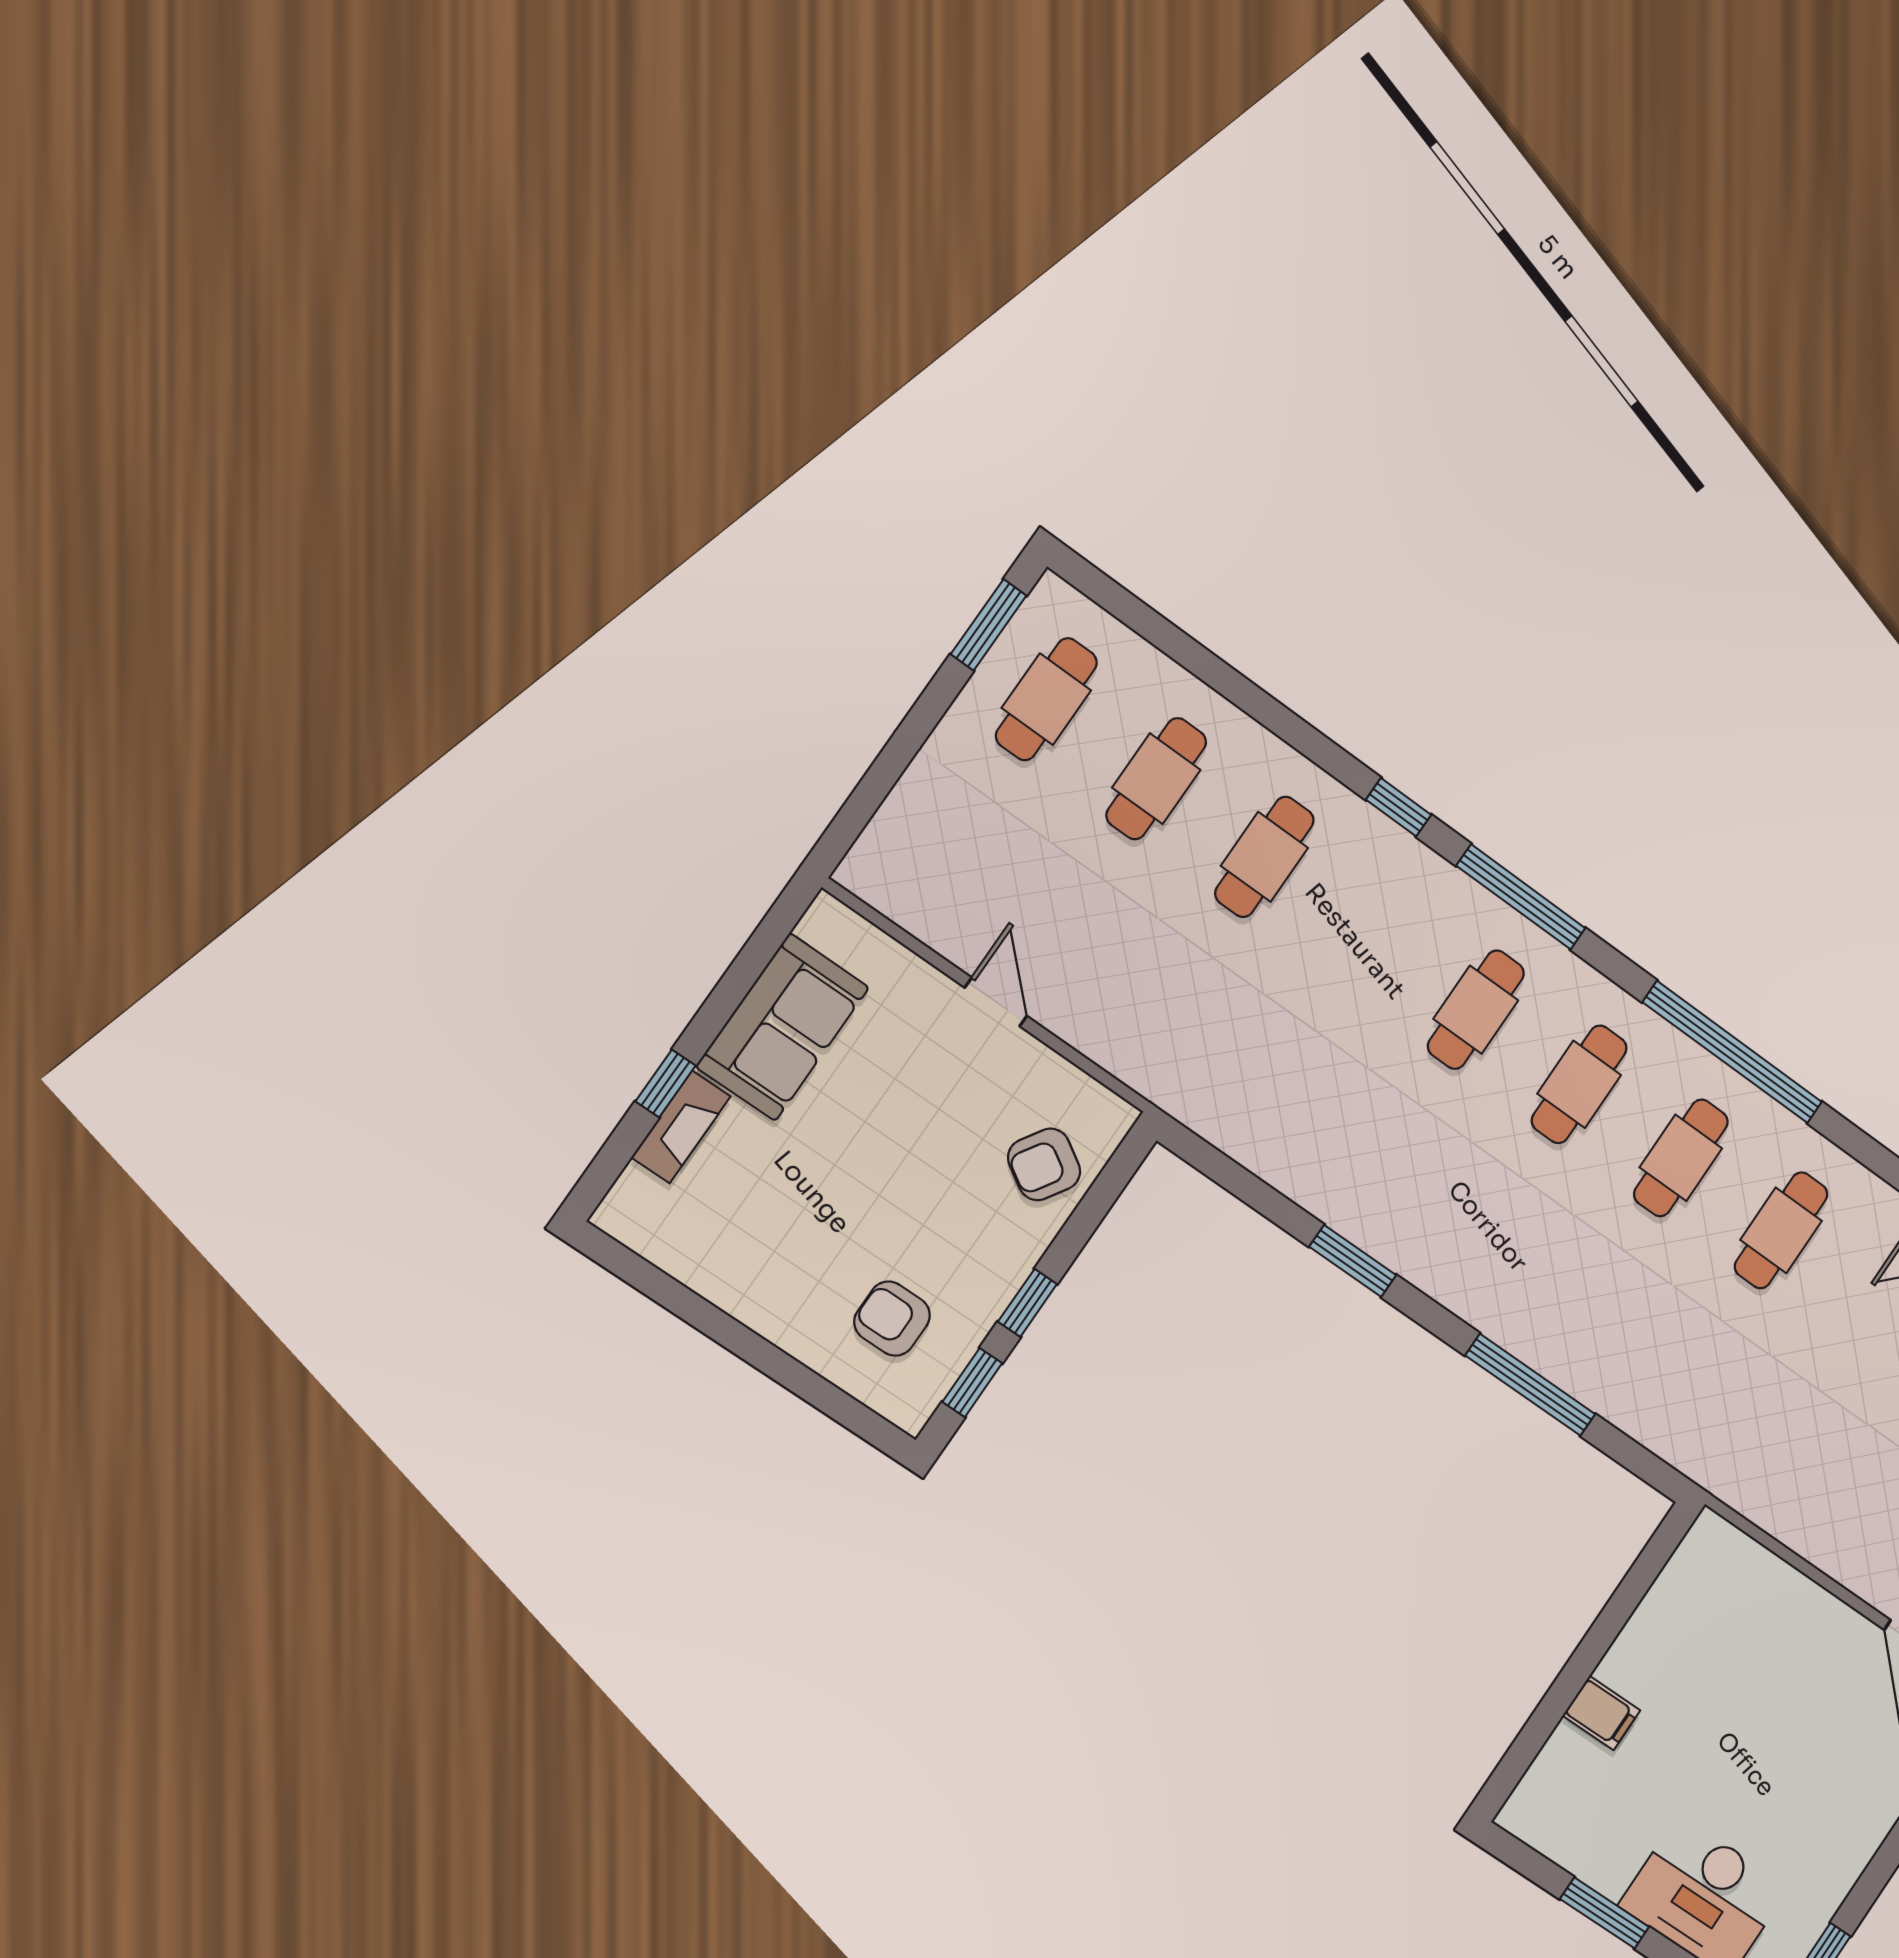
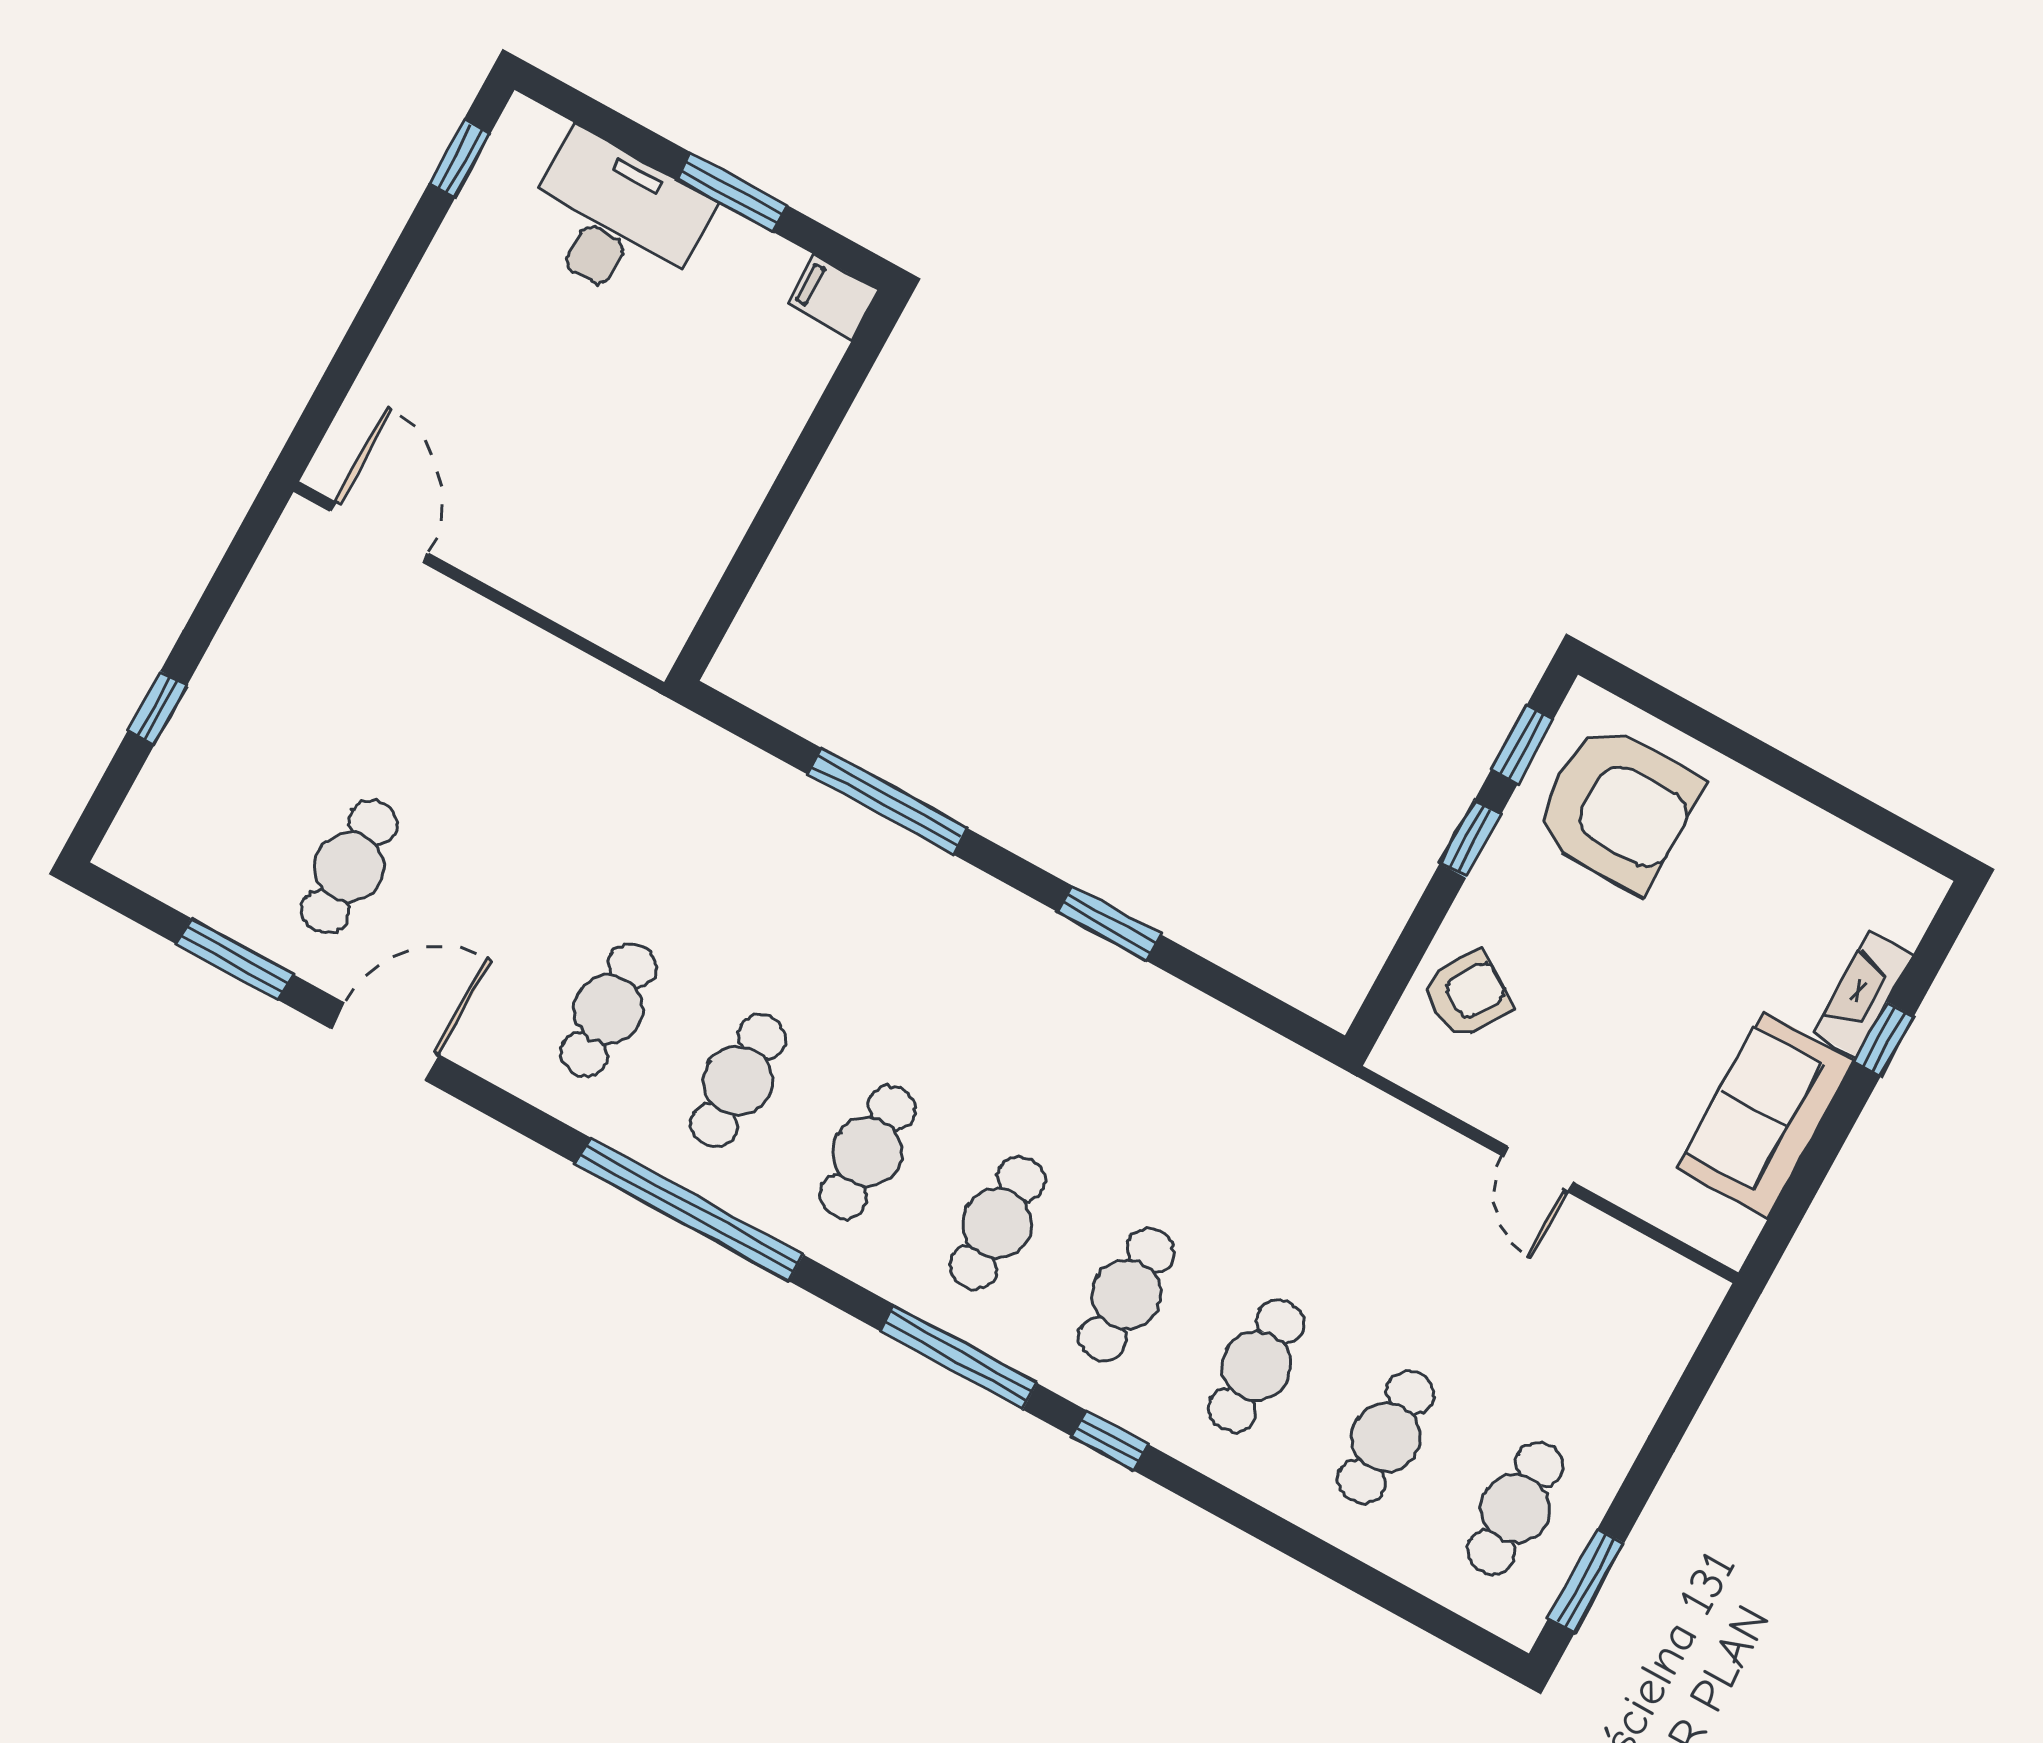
cafe table: (1371, 934) -> (1127, 1295), added
armchair: (892, 1319) -> (1617, 807), width x1.88, depth x1.88
filing cabinet: (1601, 1713) -> (833, 297), moved

